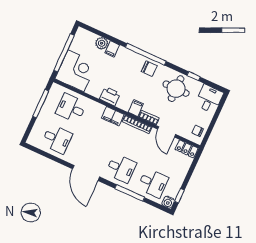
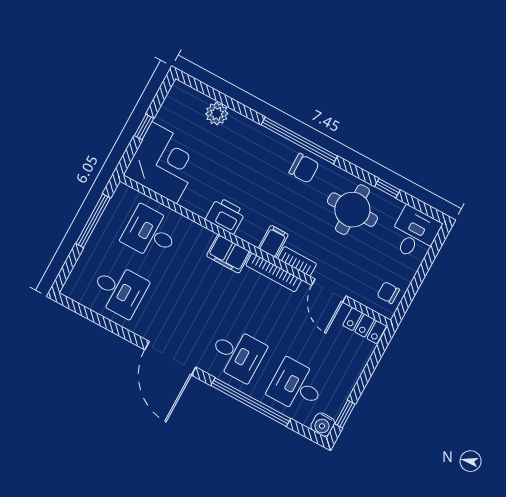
filing cabinet: (112, 49) -> (236, 126), removed
window: (64, 53) -> (144, 127), width x0.32
desk: (153, 183) -> (296, 386), turned 180
window: (130, 193) -> (251, 402), width x1.46

